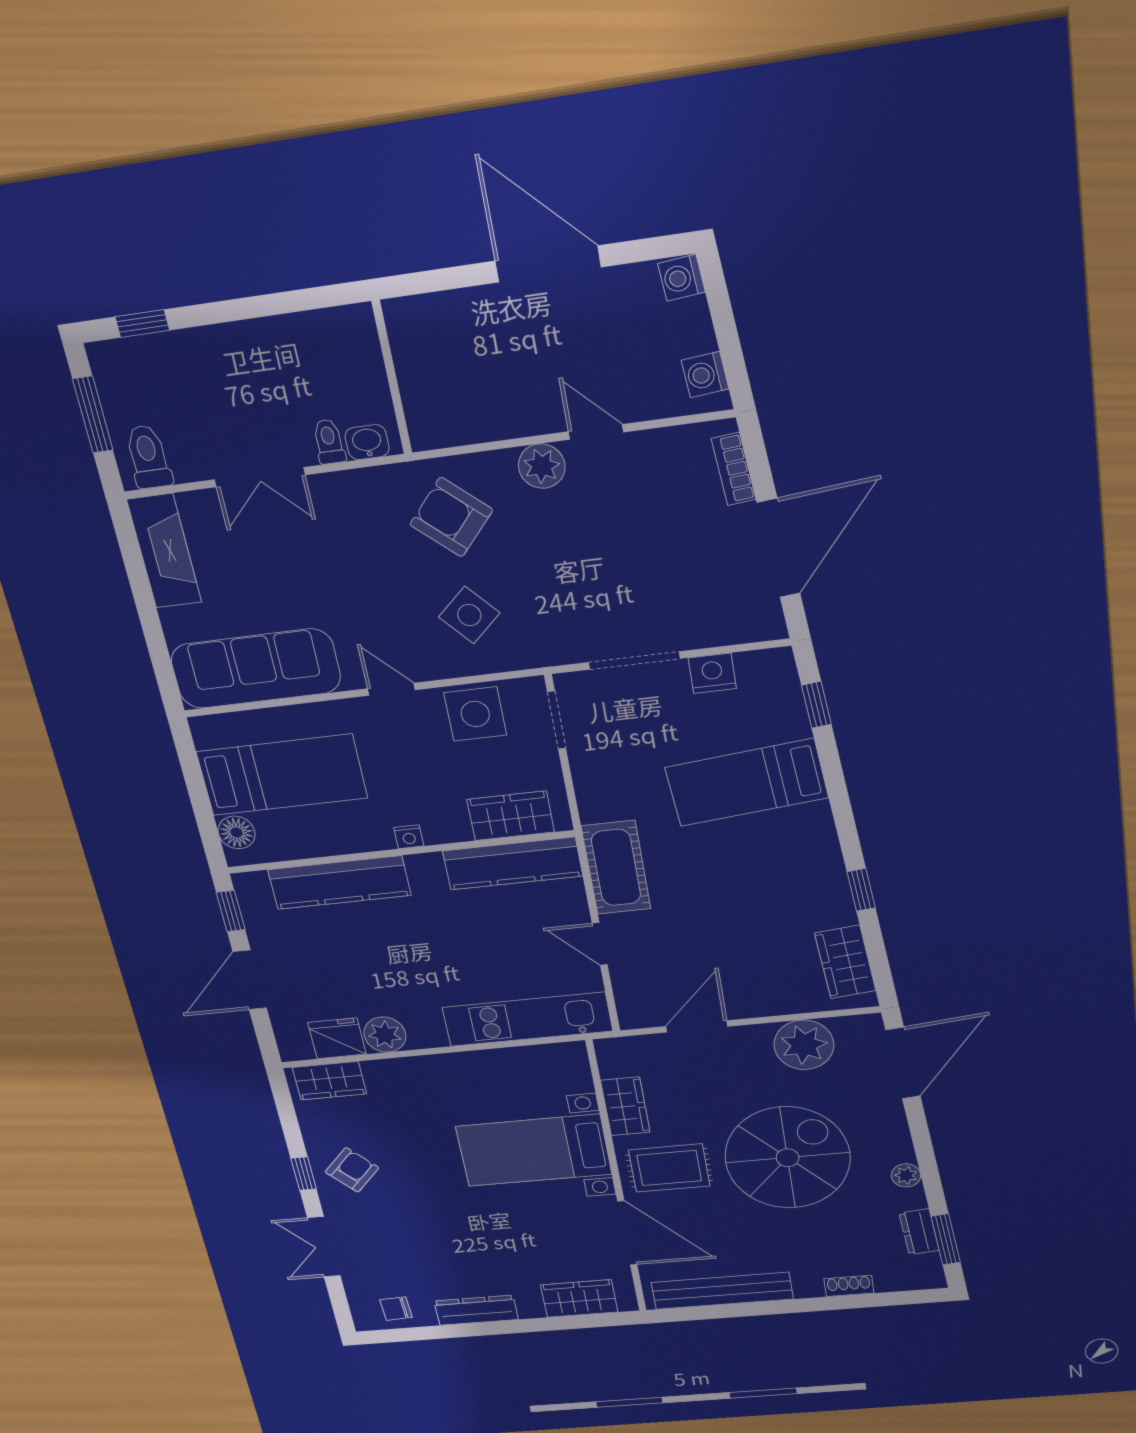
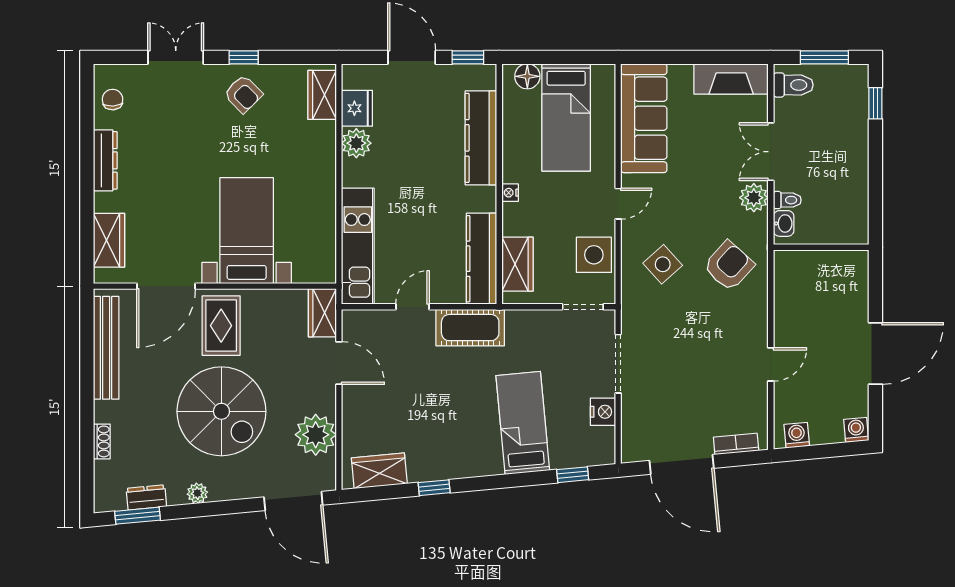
plant: (542, 466) -> (754, 198), moved
wardrobe: (625, 1106) -> (322, 313), moved, turned 90

